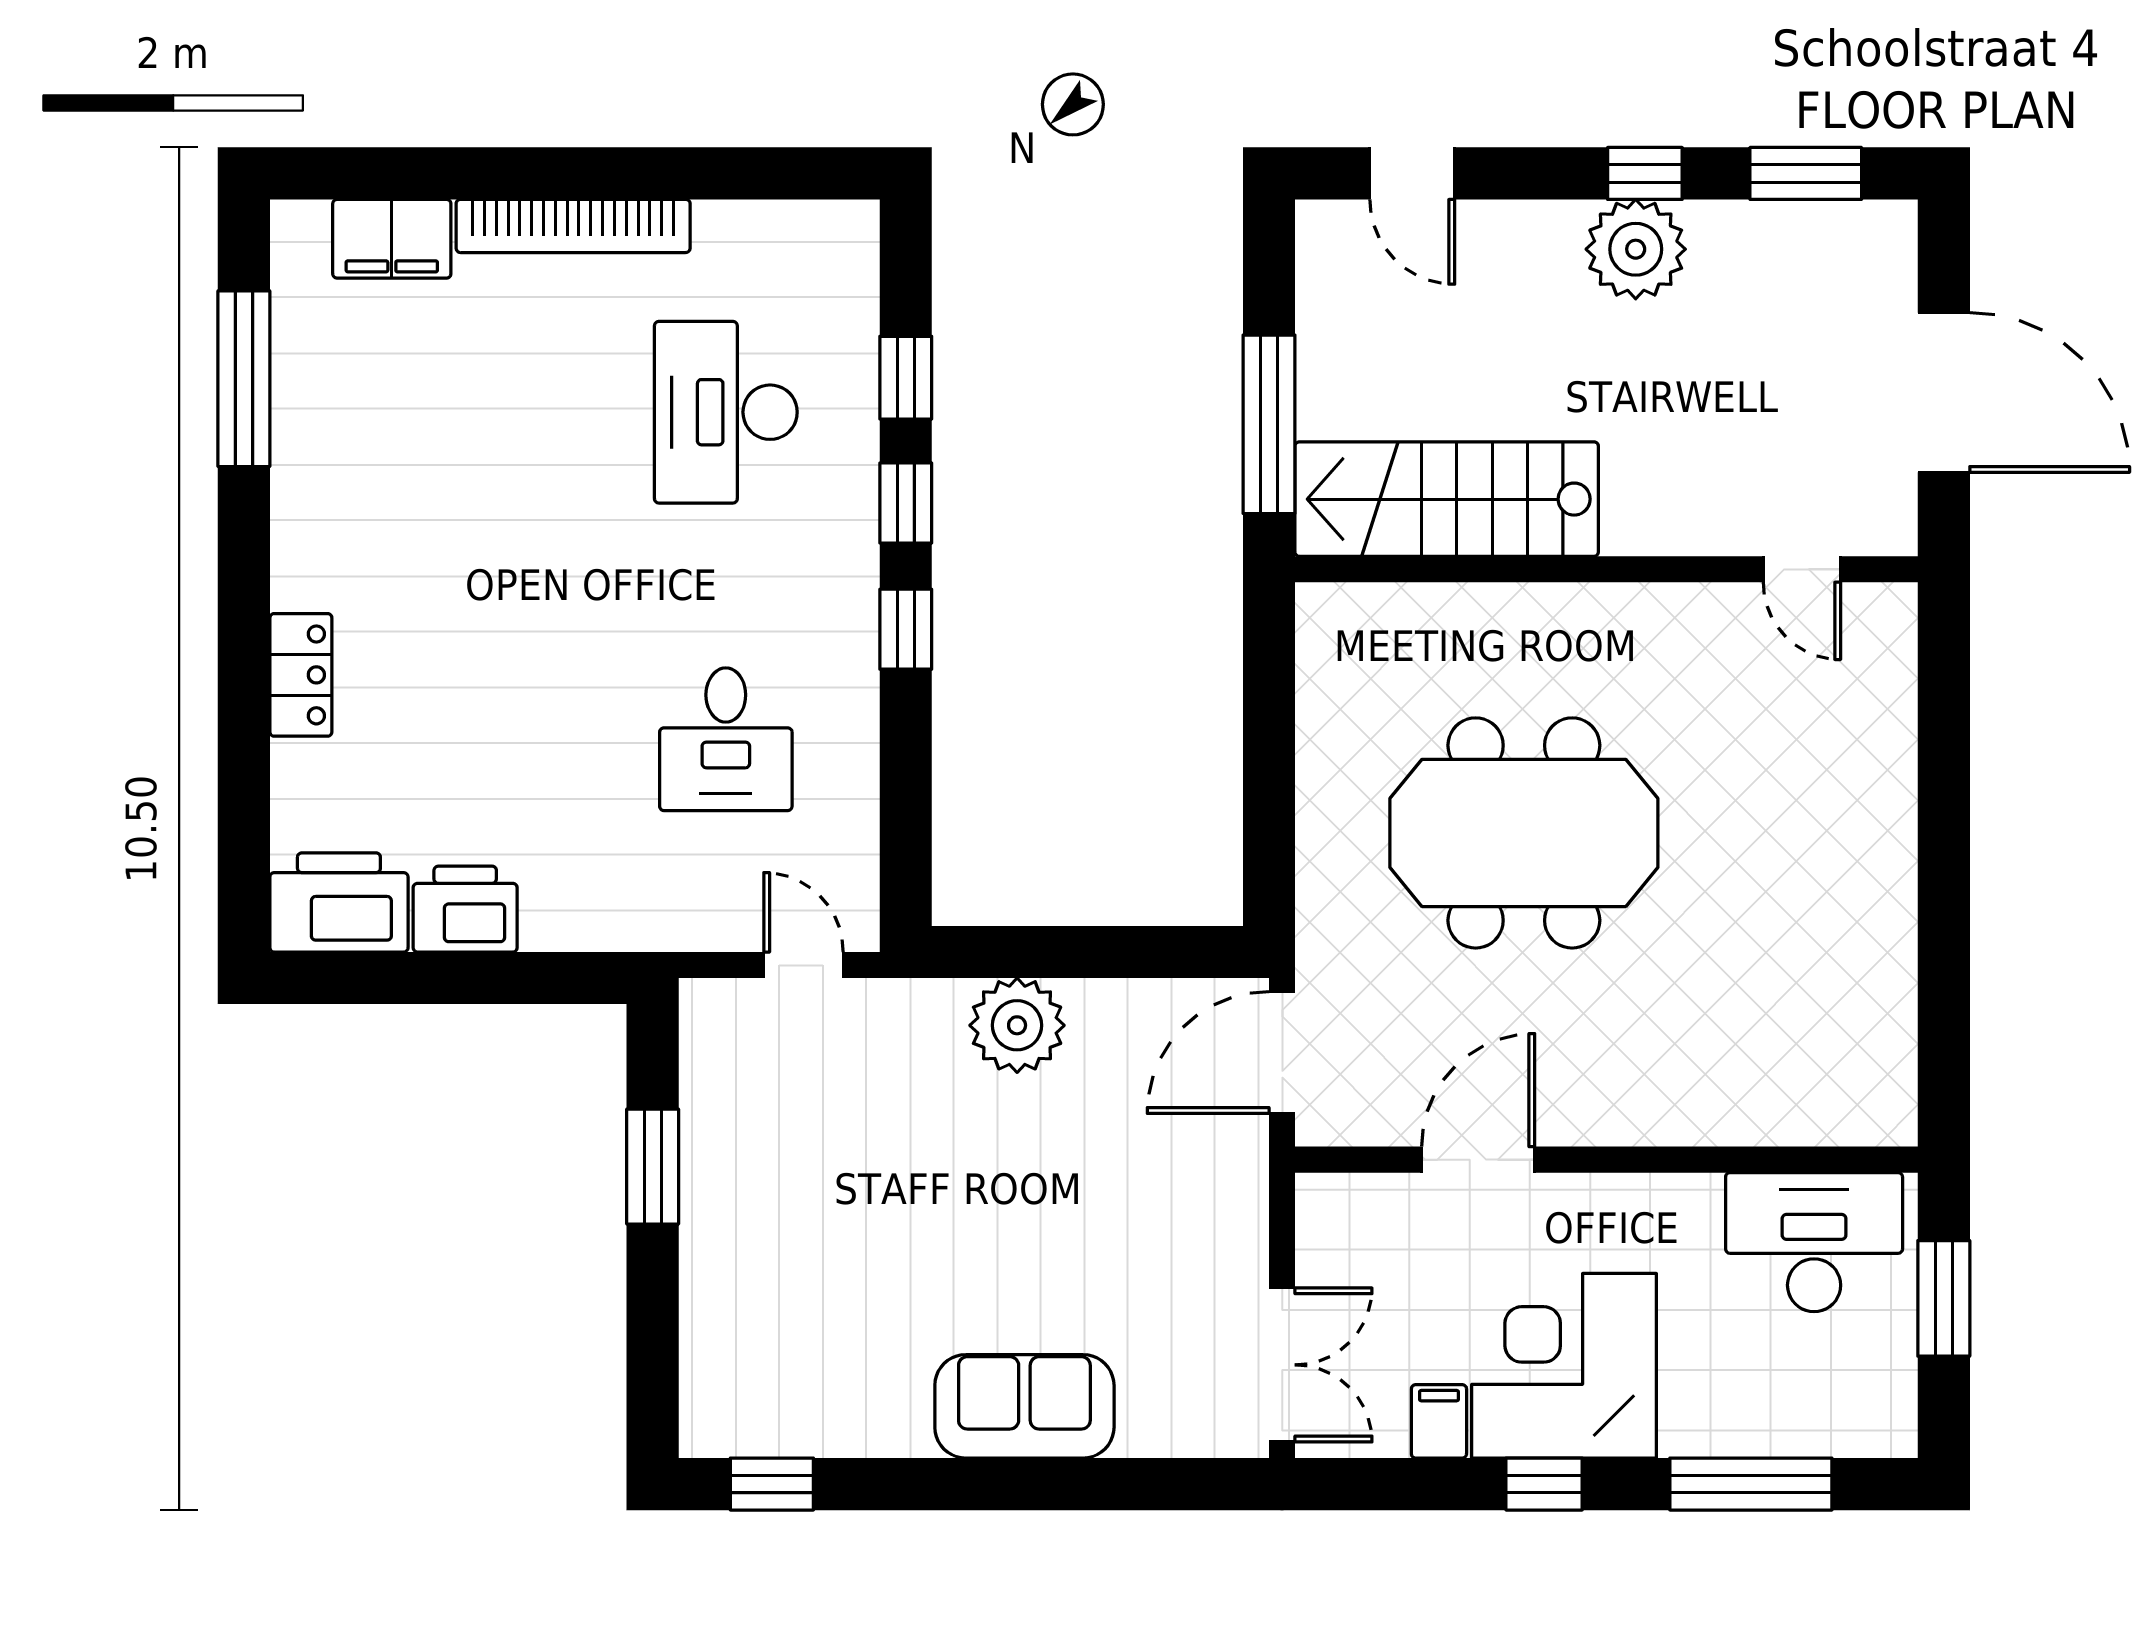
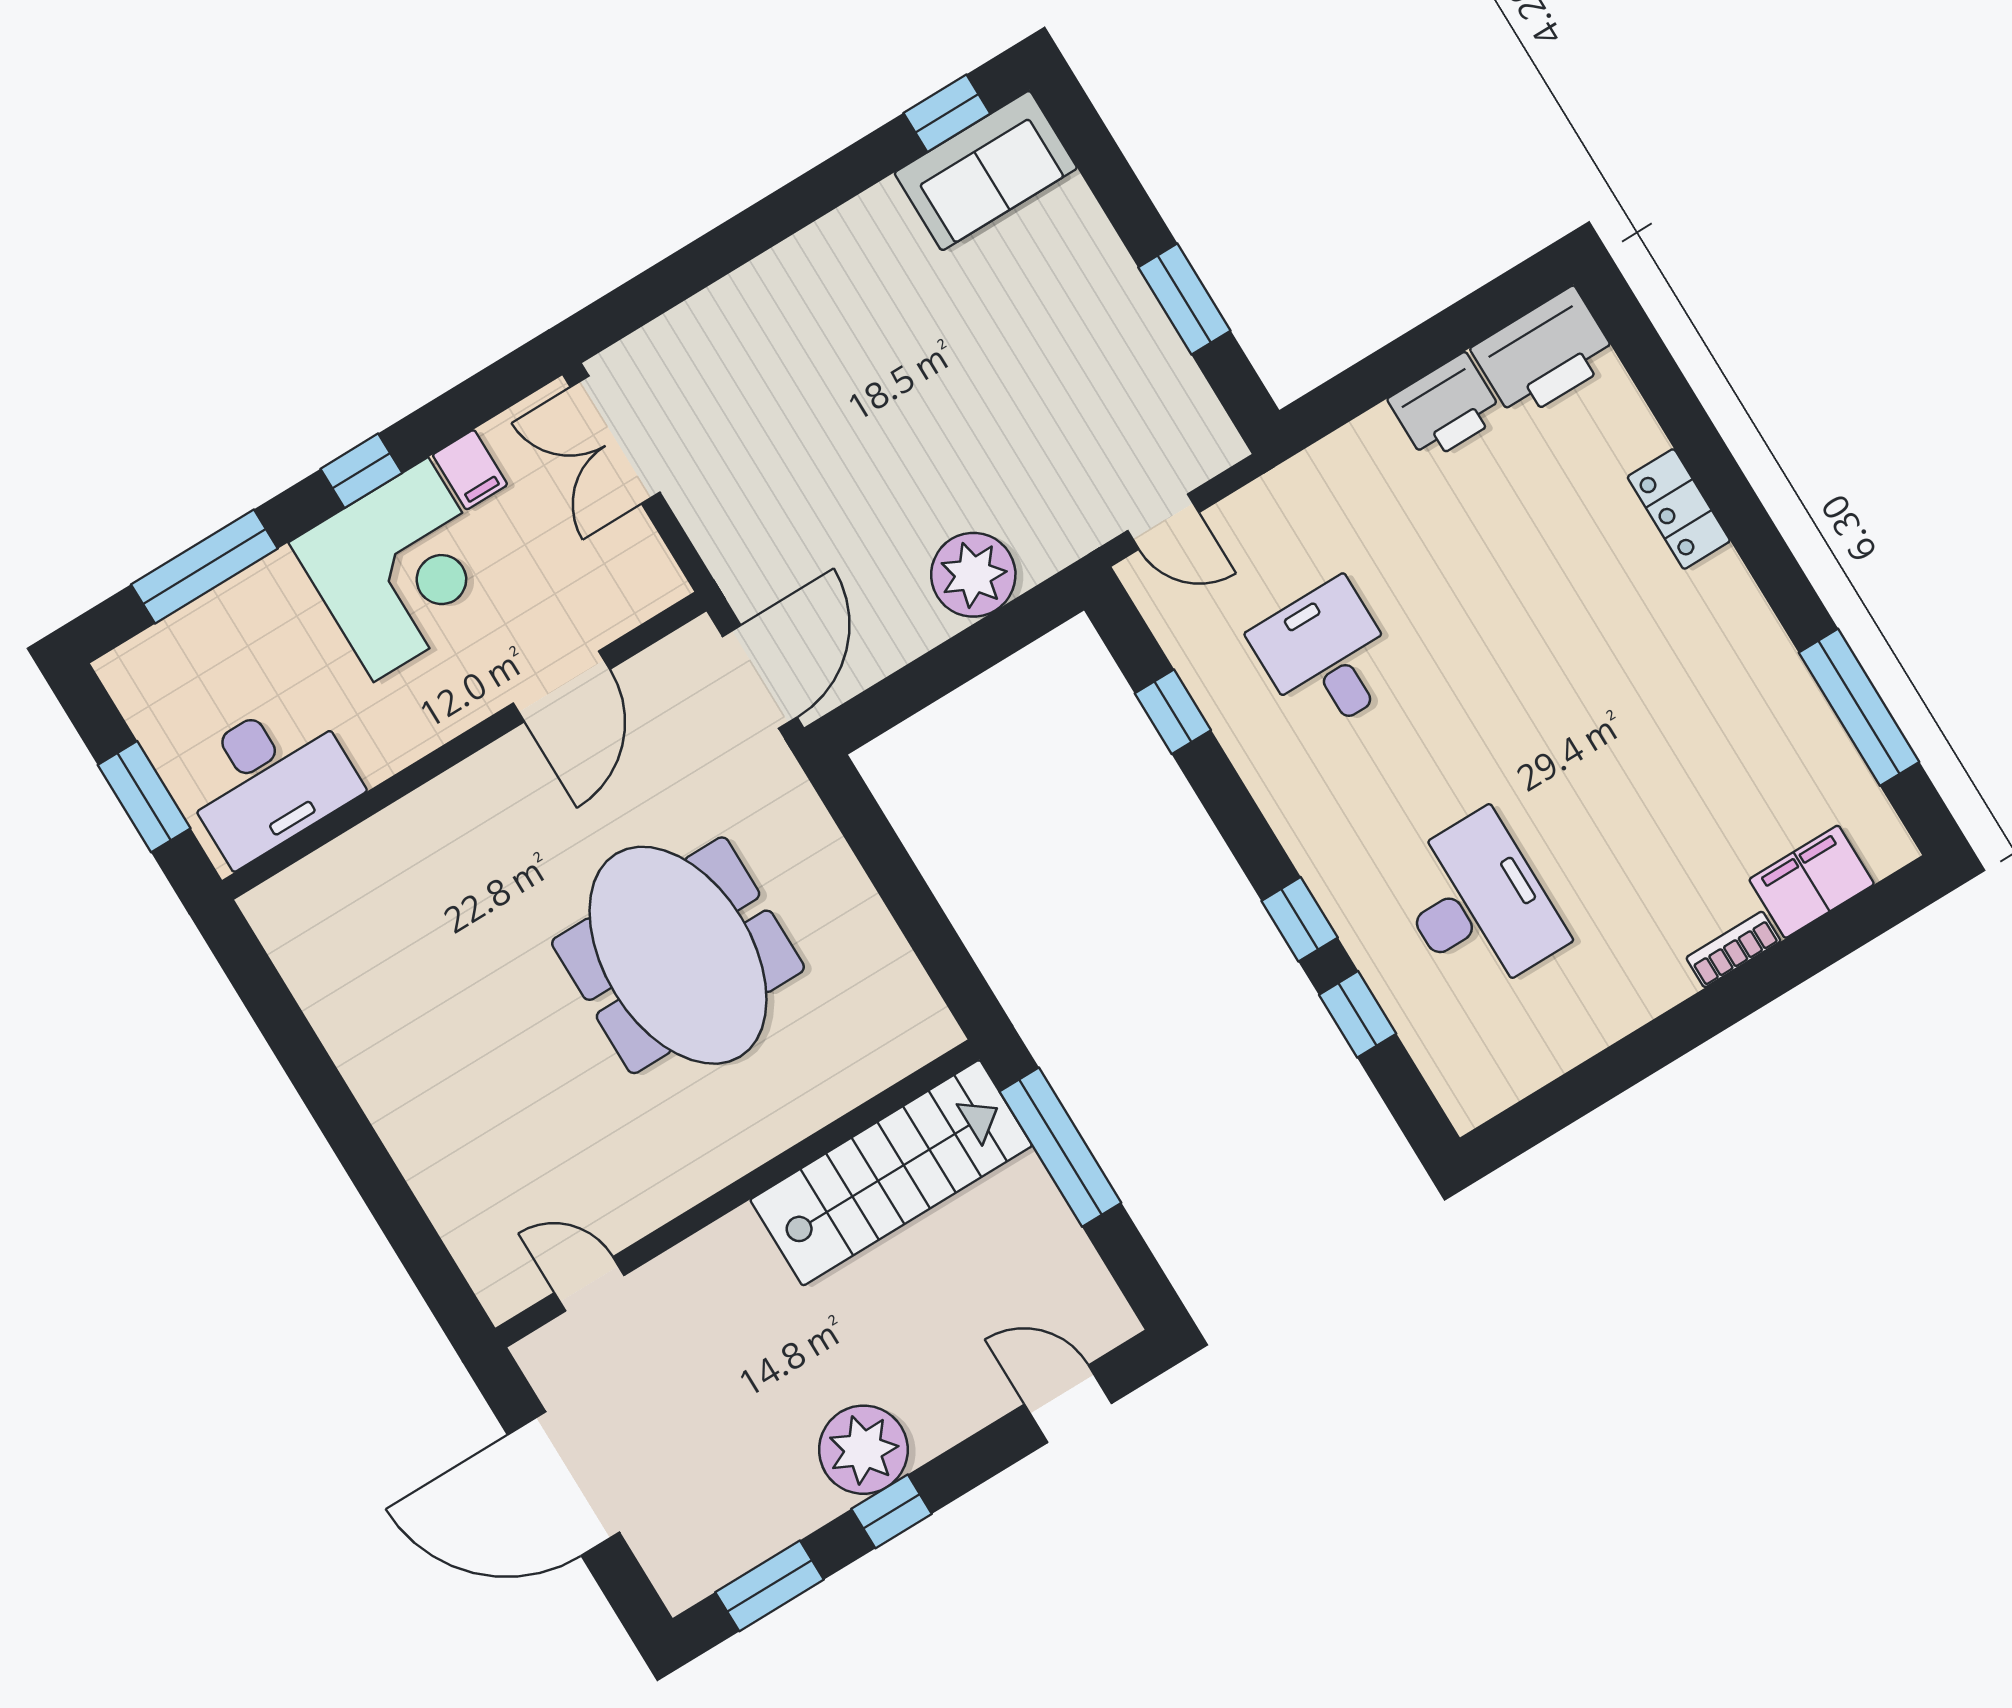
bookcase: (573, 226) -> (1733, 949), width x0.43, depth x0.76
window: (906, 629) -> (1173, 712), moved
meeting table: (1524, 833) -> (678, 955), turned 90
sofa: (1024, 1406) -> (986, 171), moved

